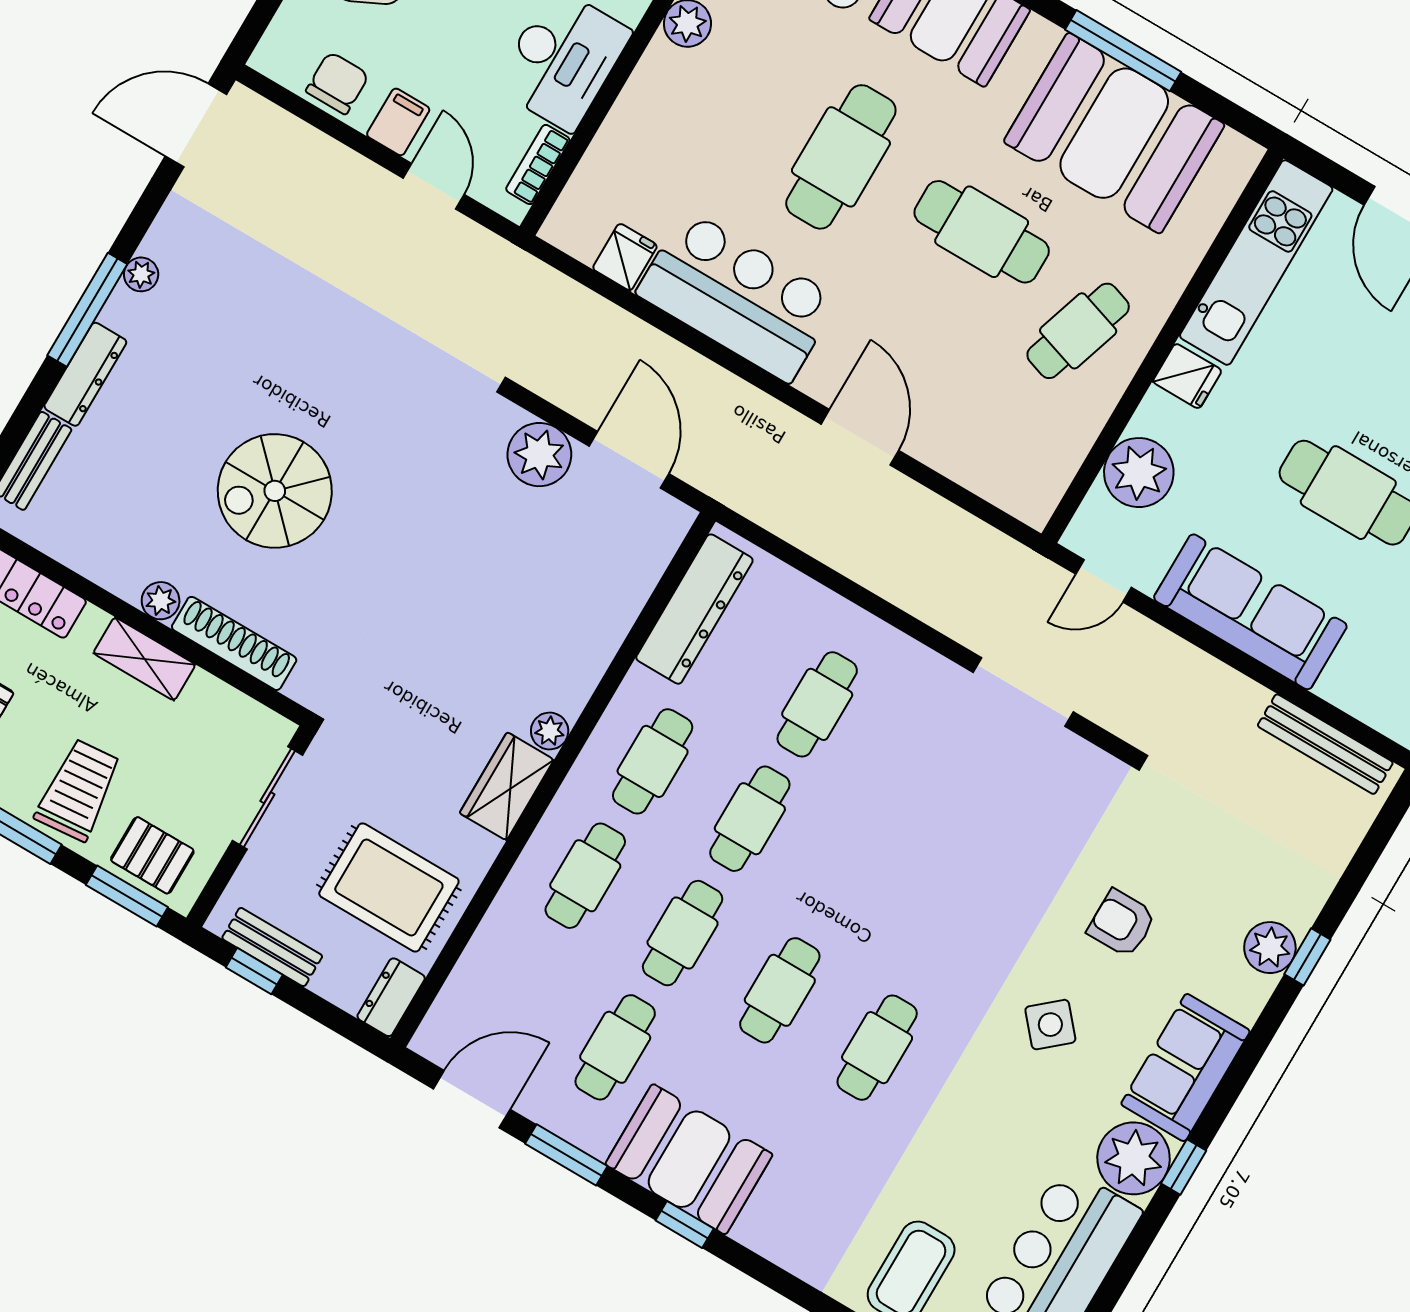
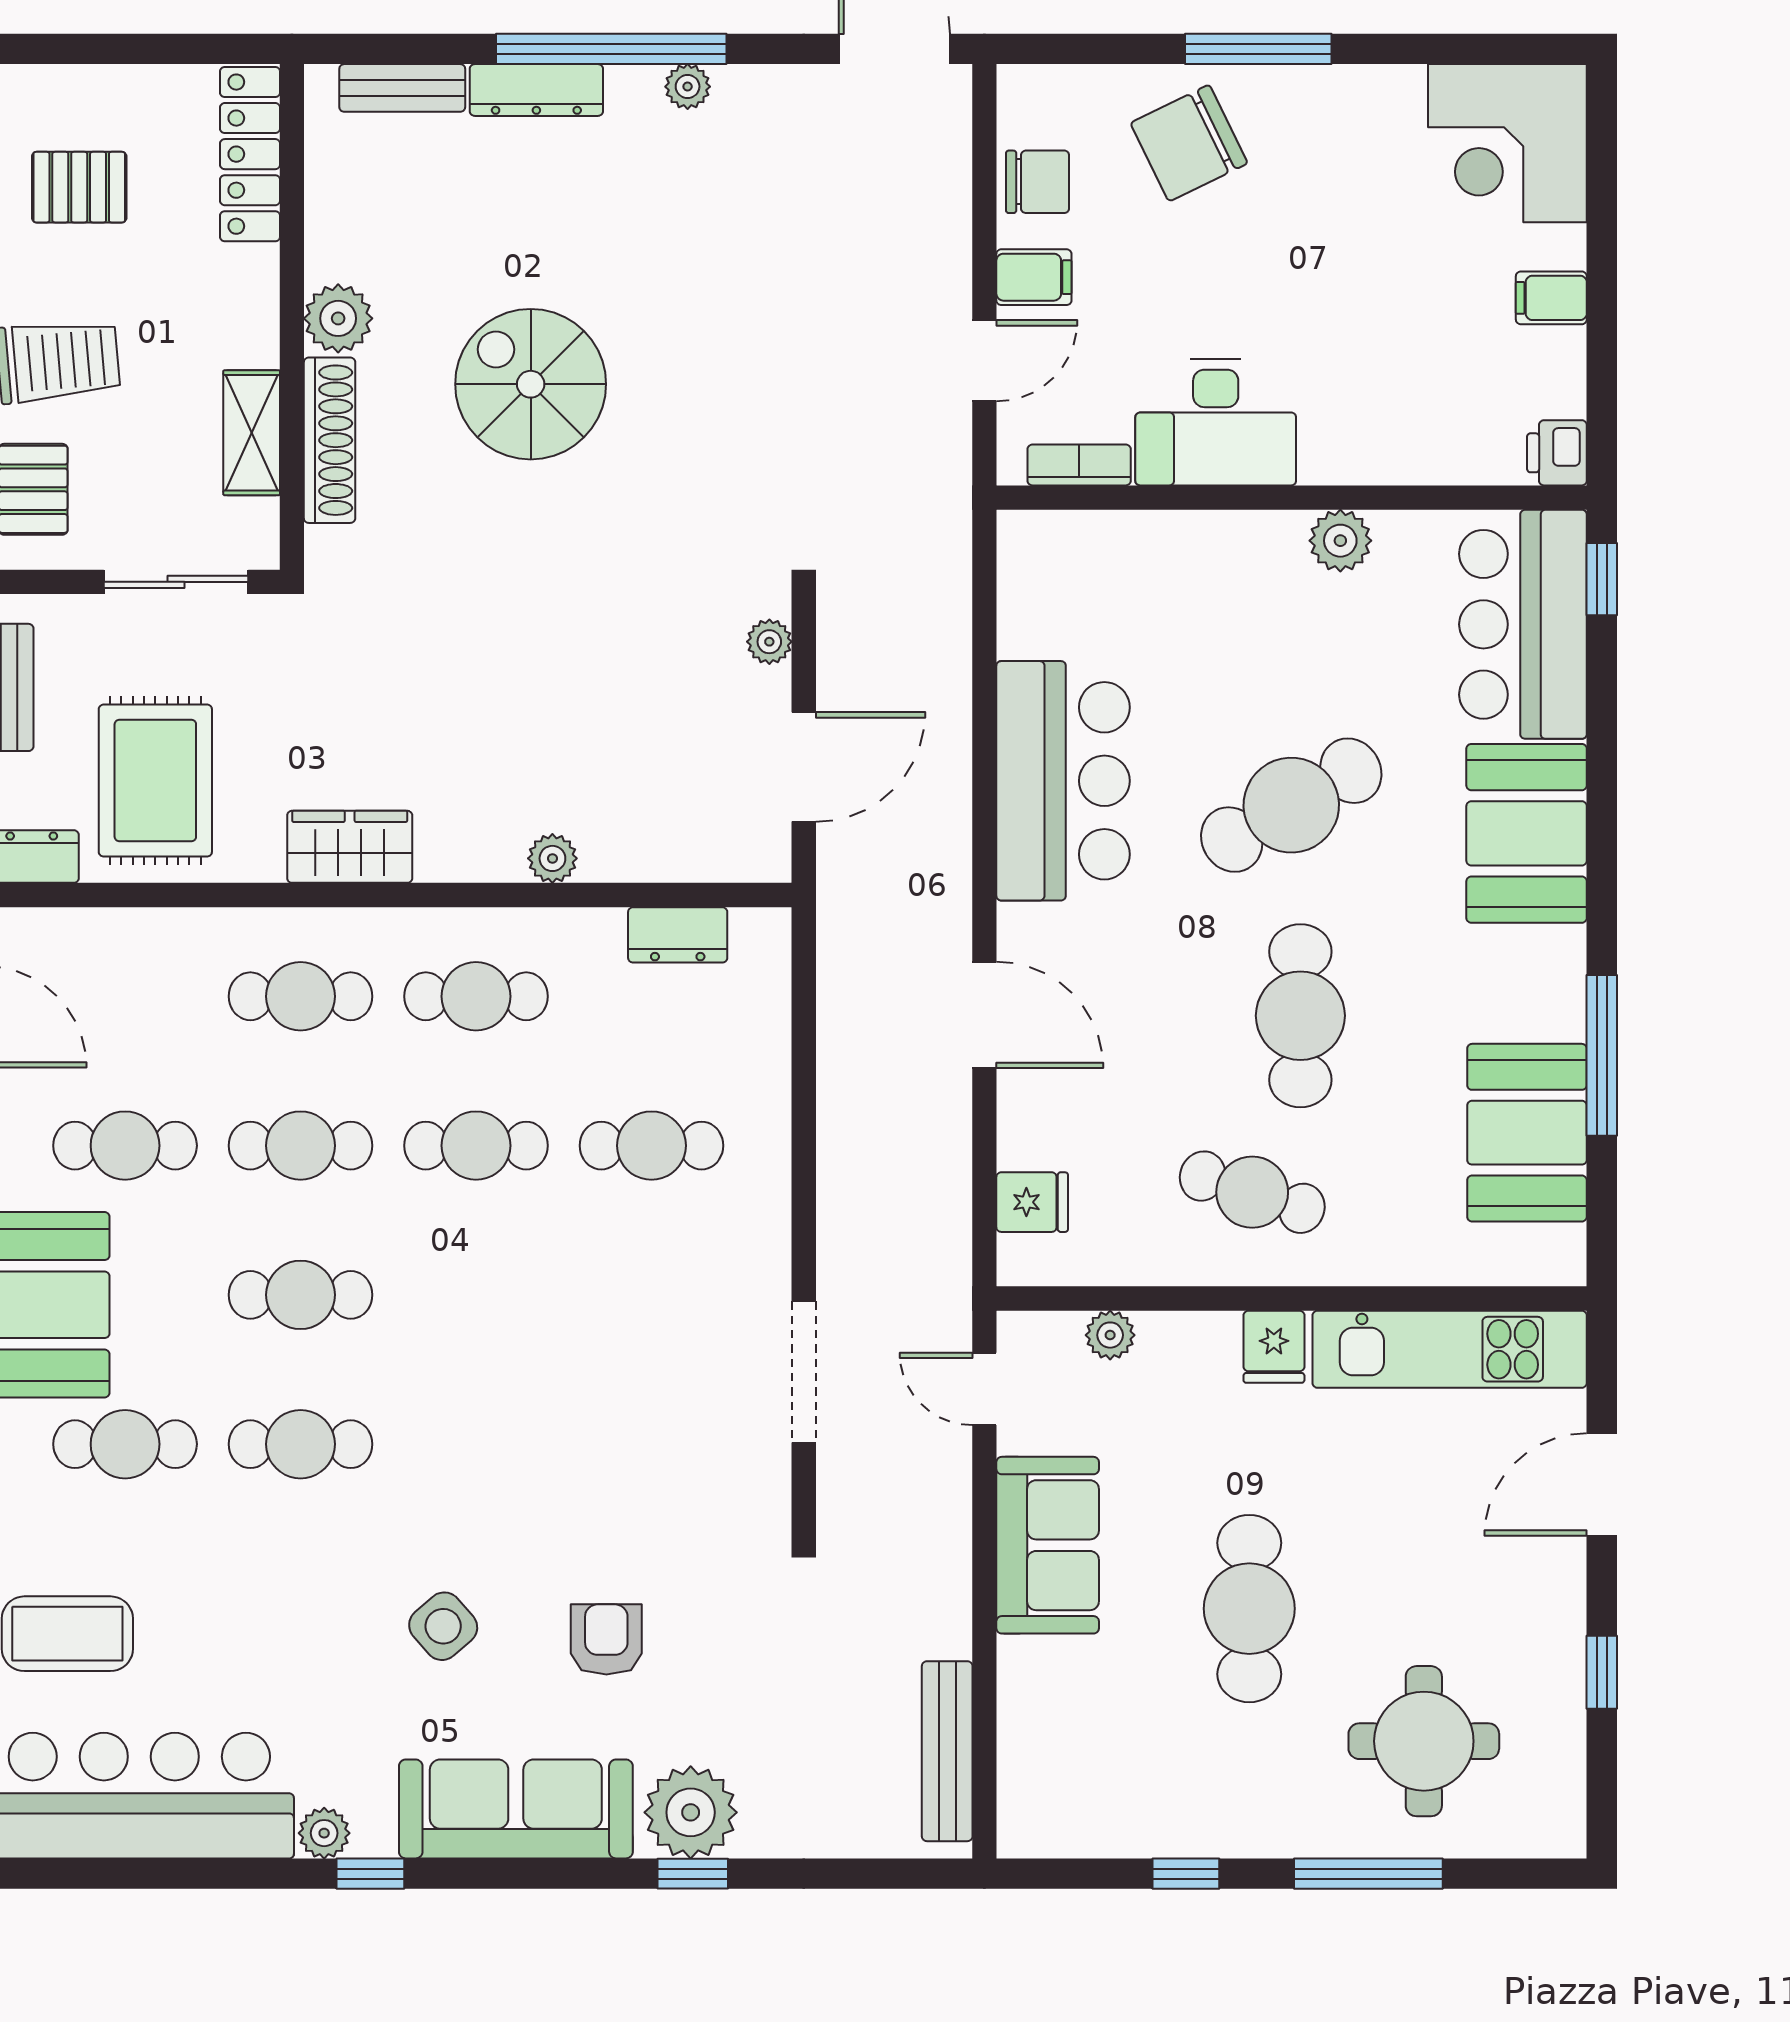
booth: (1114, 133) -> (1527, 1133), width x0.73, depth x0.70
cafe table: (841, 157) -> (1291, 805), turned -30
fridge: (625, 257) -> (1032, 1202), moved
window: (87, 310) -> (611, 49), width x1.46
door: (860, 437) -> (984, 1015), hinge flipped
plant: (539, 455) -> (769, 642), width x0.53, depth x0.53
plant: (1139, 473) -> (1110, 1335), width x0.53, depth x0.53
plant: (161, 601) -> (338, 318), width x1.38, depth x1.38
dresser: (694, 609) -> (678, 935), width x0.51, depth x0.80
sofa: (1250, 612) -> (1048, 1545), width x0.73
shelving: (144, 659) -> (252, 433), moved
plant: (550, 731) -> (552, 858), moved
plant: (1270, 948) -> (691, 1812), width x1.36, depth x1.36
sofa: (1185, 1068) -> (516, 1809), width x1.36
plant: (1134, 1158) -> (324, 1833), width x0.53, depth x0.53
cafe table: (810, 1162) -> (125, 1444), added

